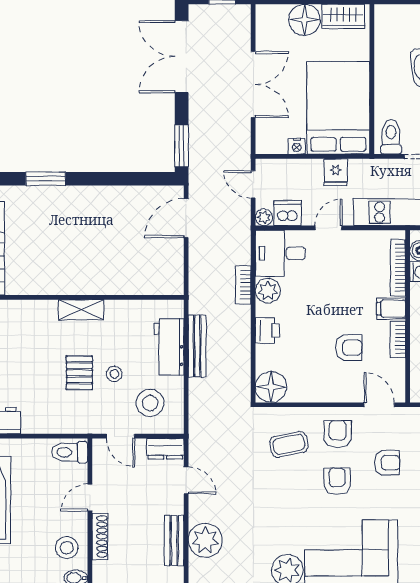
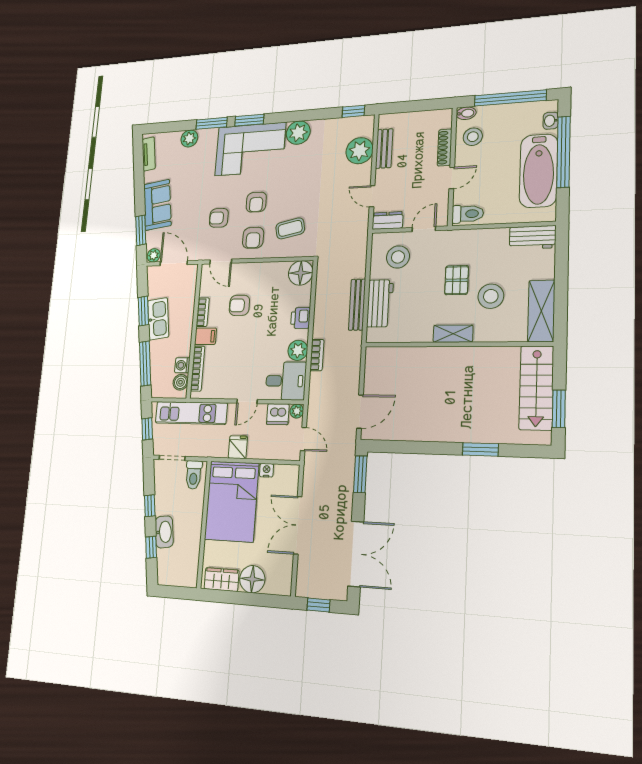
stool: (114, 374) -> (491, 296), moved, width x1.89, depth x1.89
door: (121, 436) -> (424, 229), hinge flipped

